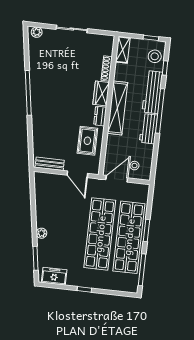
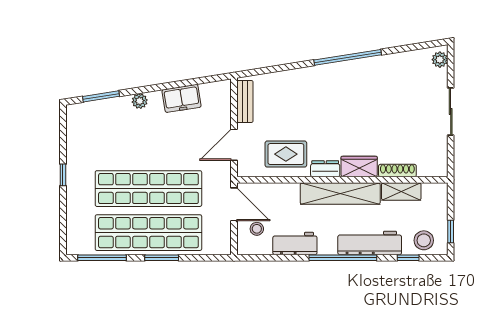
shelving: (123, 50) -> (401, 192), moved
workbench: (149, 129) -> (295, 244), moved
freezer: (54, 276) -> (182, 98), moved, turned 81

